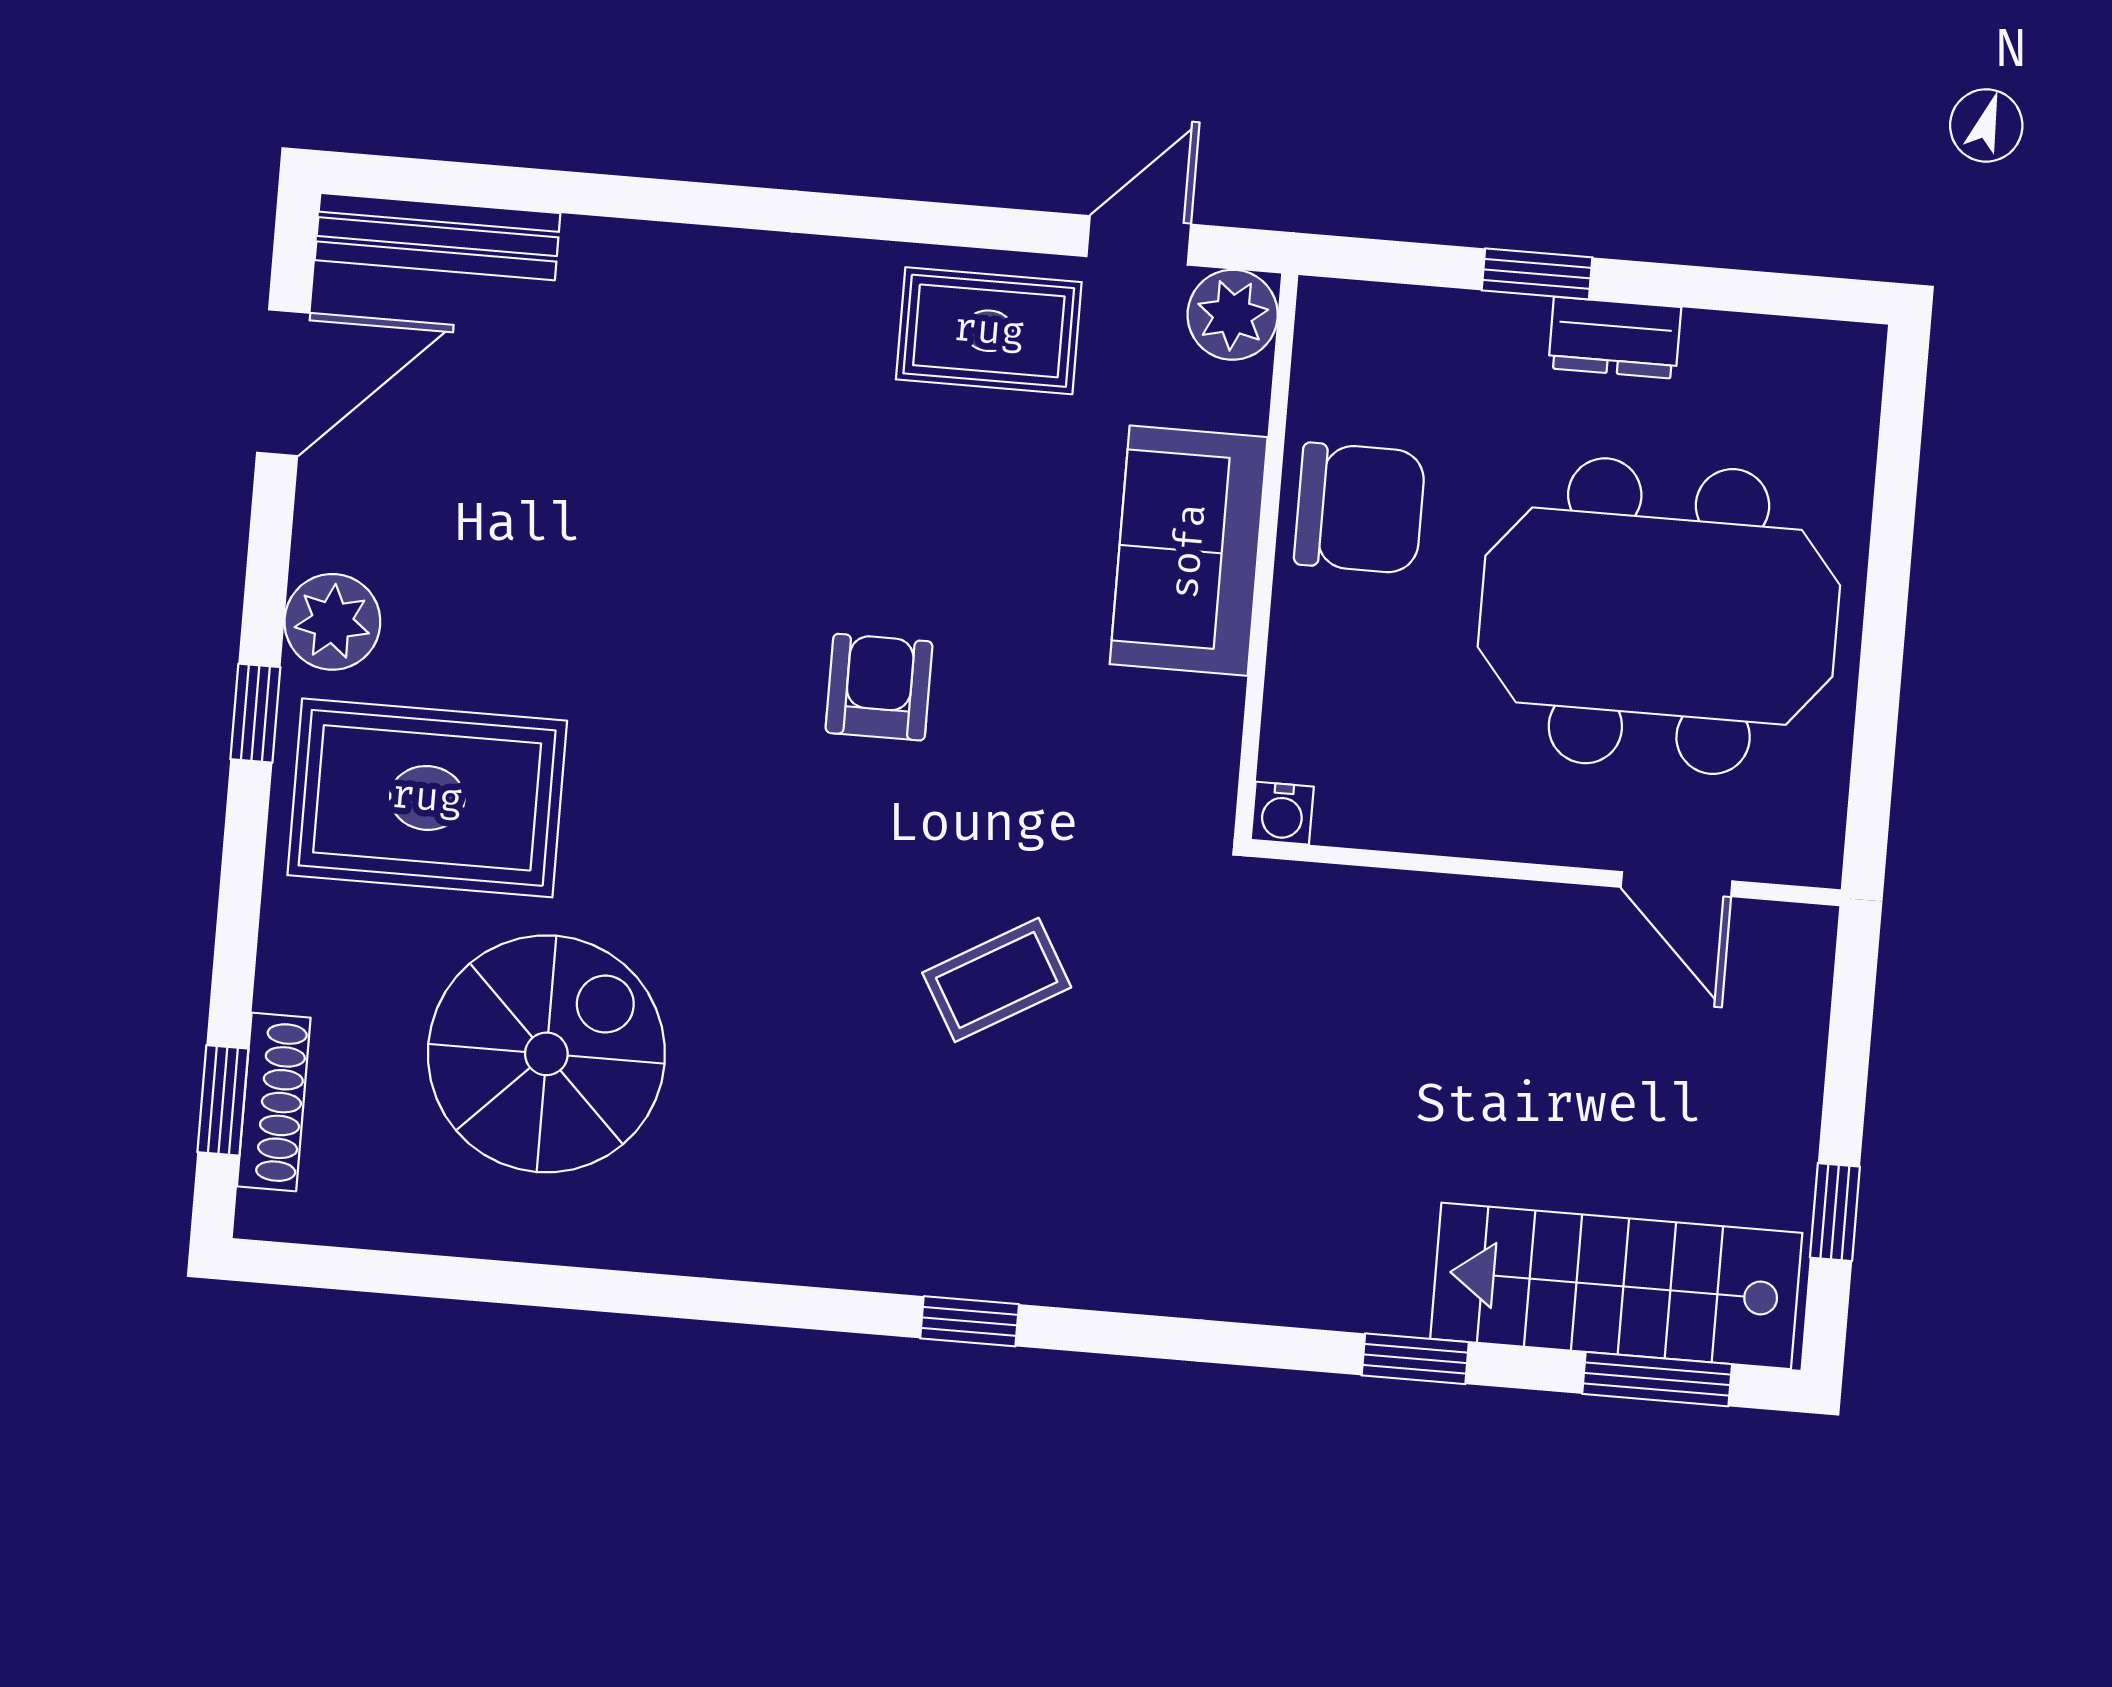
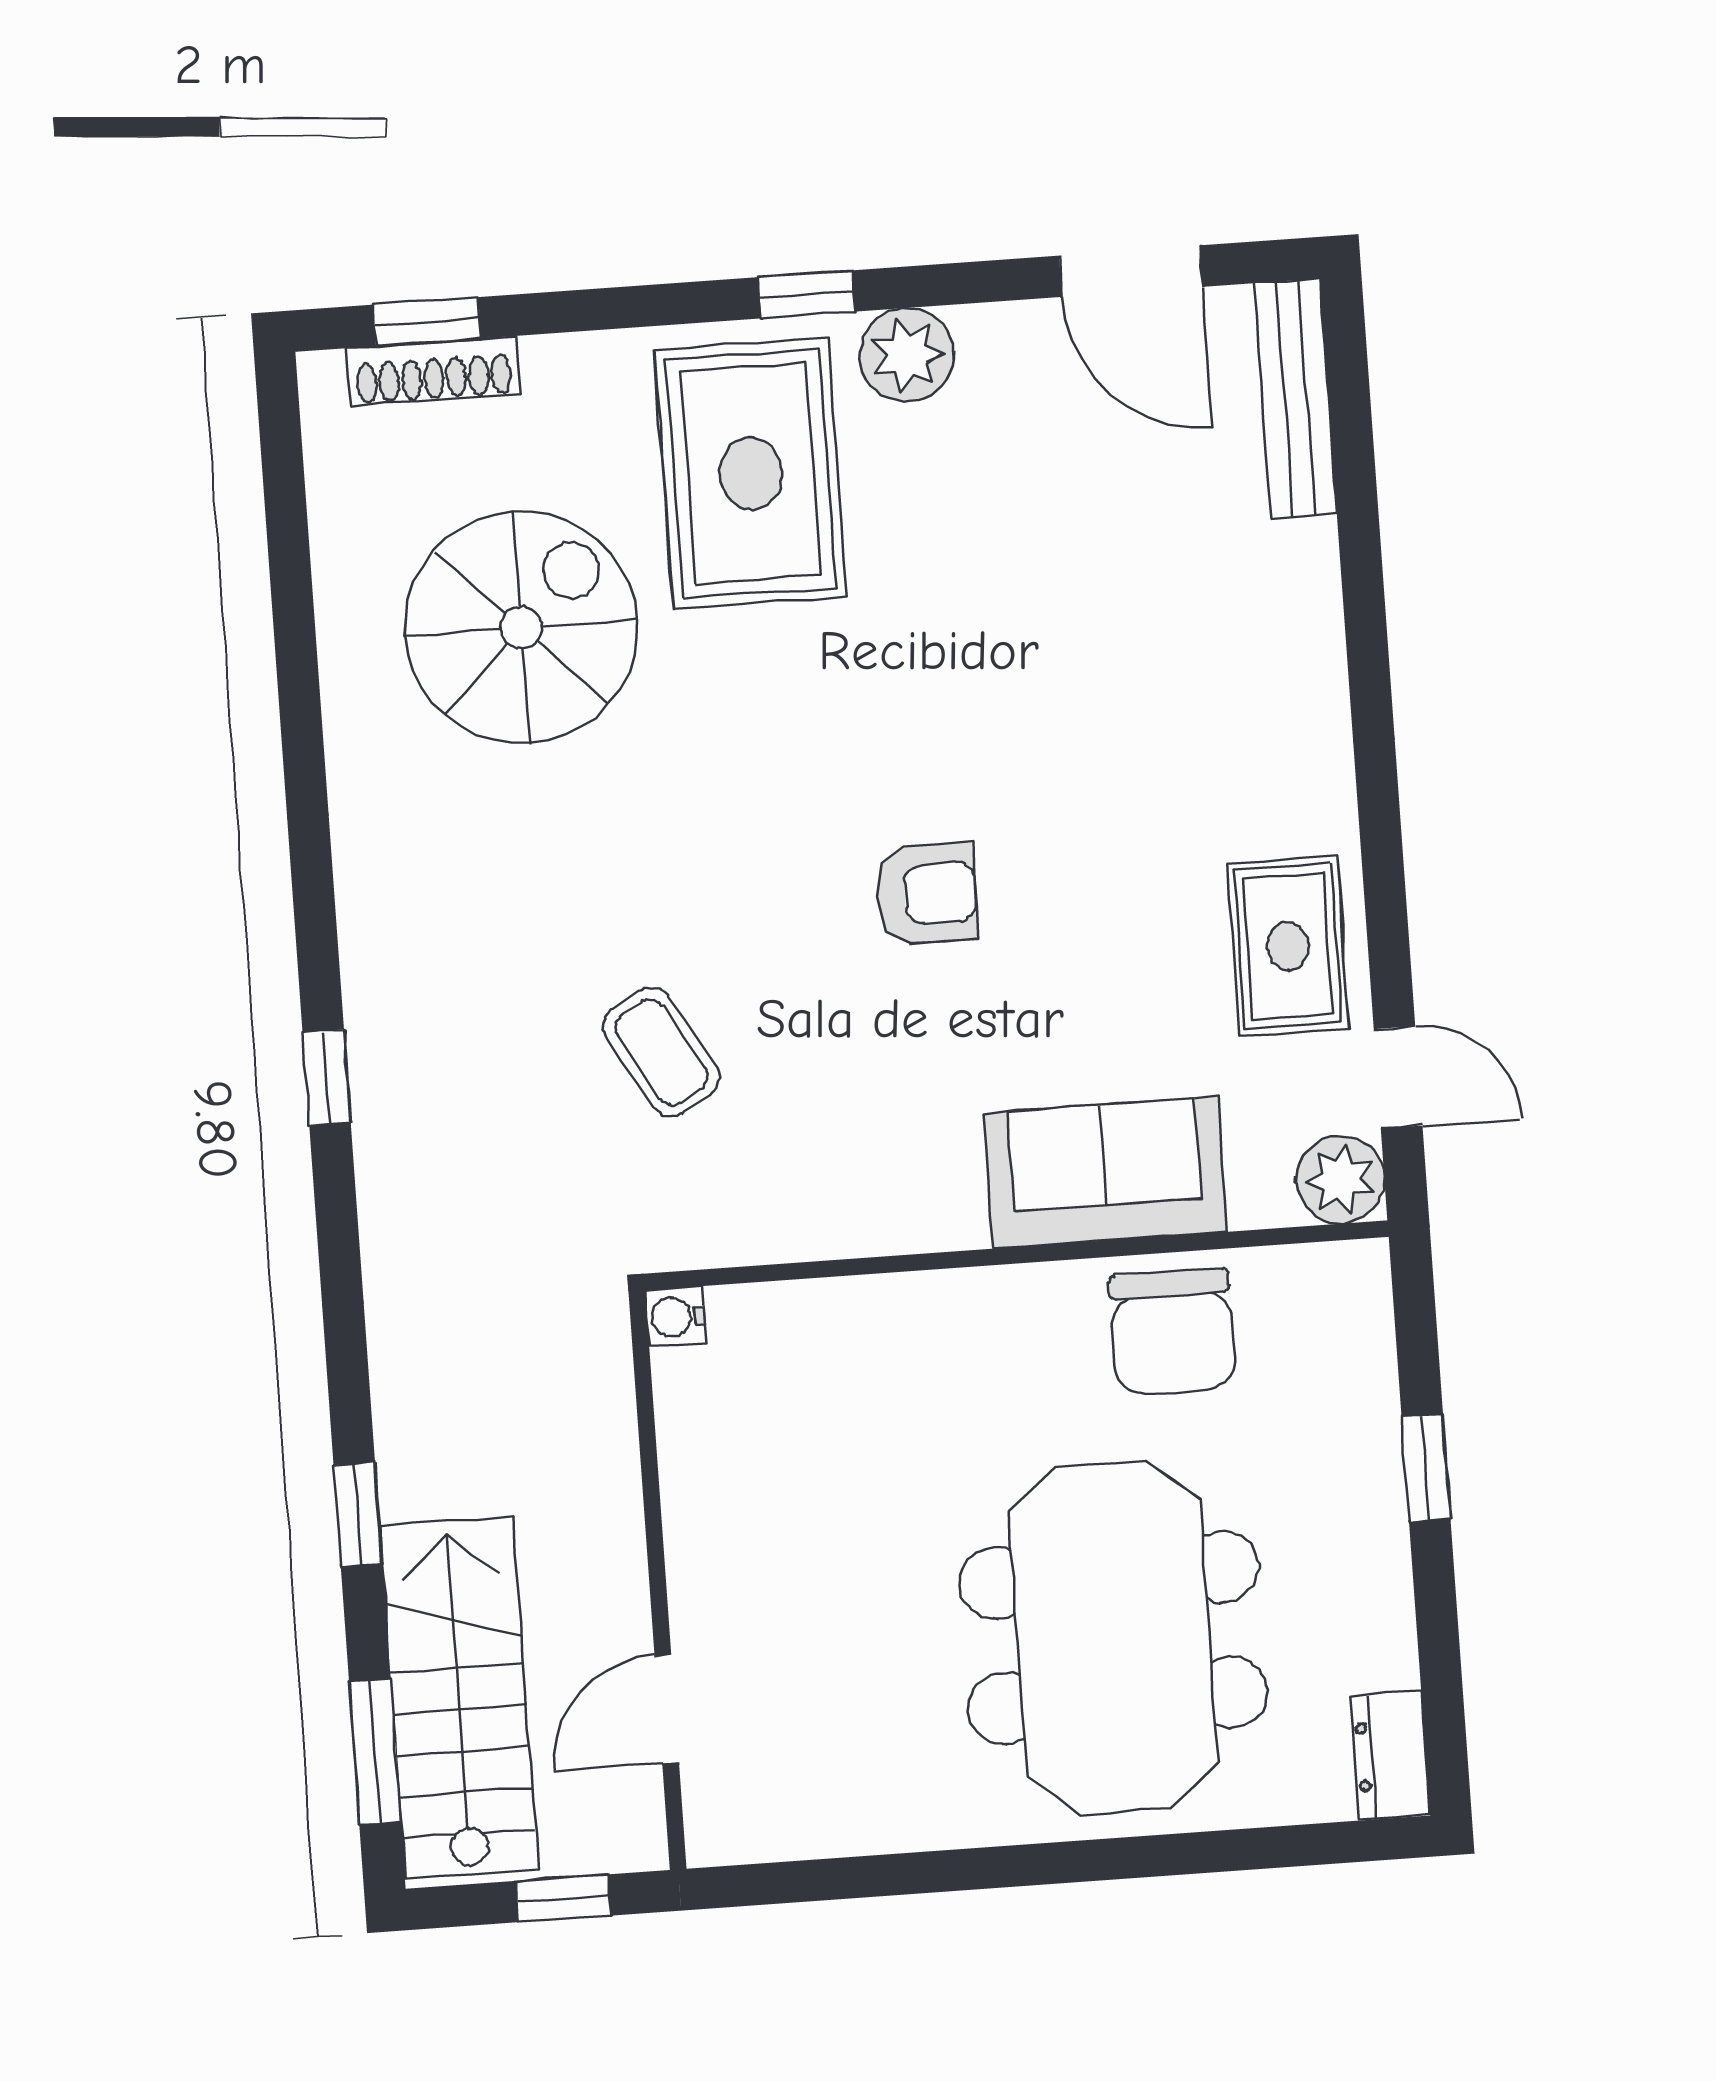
dresser: (1615, 338) -> (1391, 1755), moved
water cooler: (1282, 813) -> (676, 1317), moved
wall: (1545, 873) -> (657, 1580), moved
door: (1677, 884) -> (667, 1709), moved
spiral stairs: (546, 1054) -> (521, 628), turned -90

